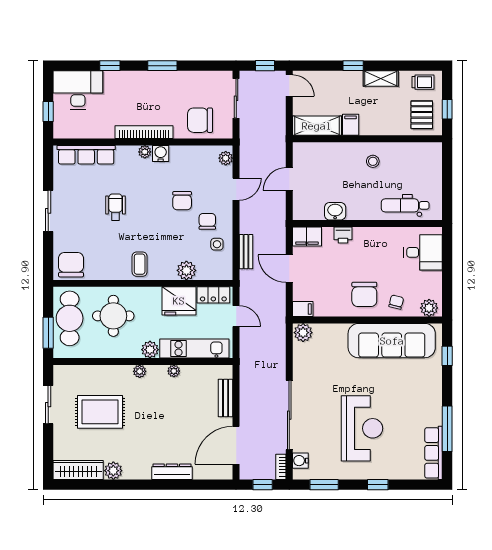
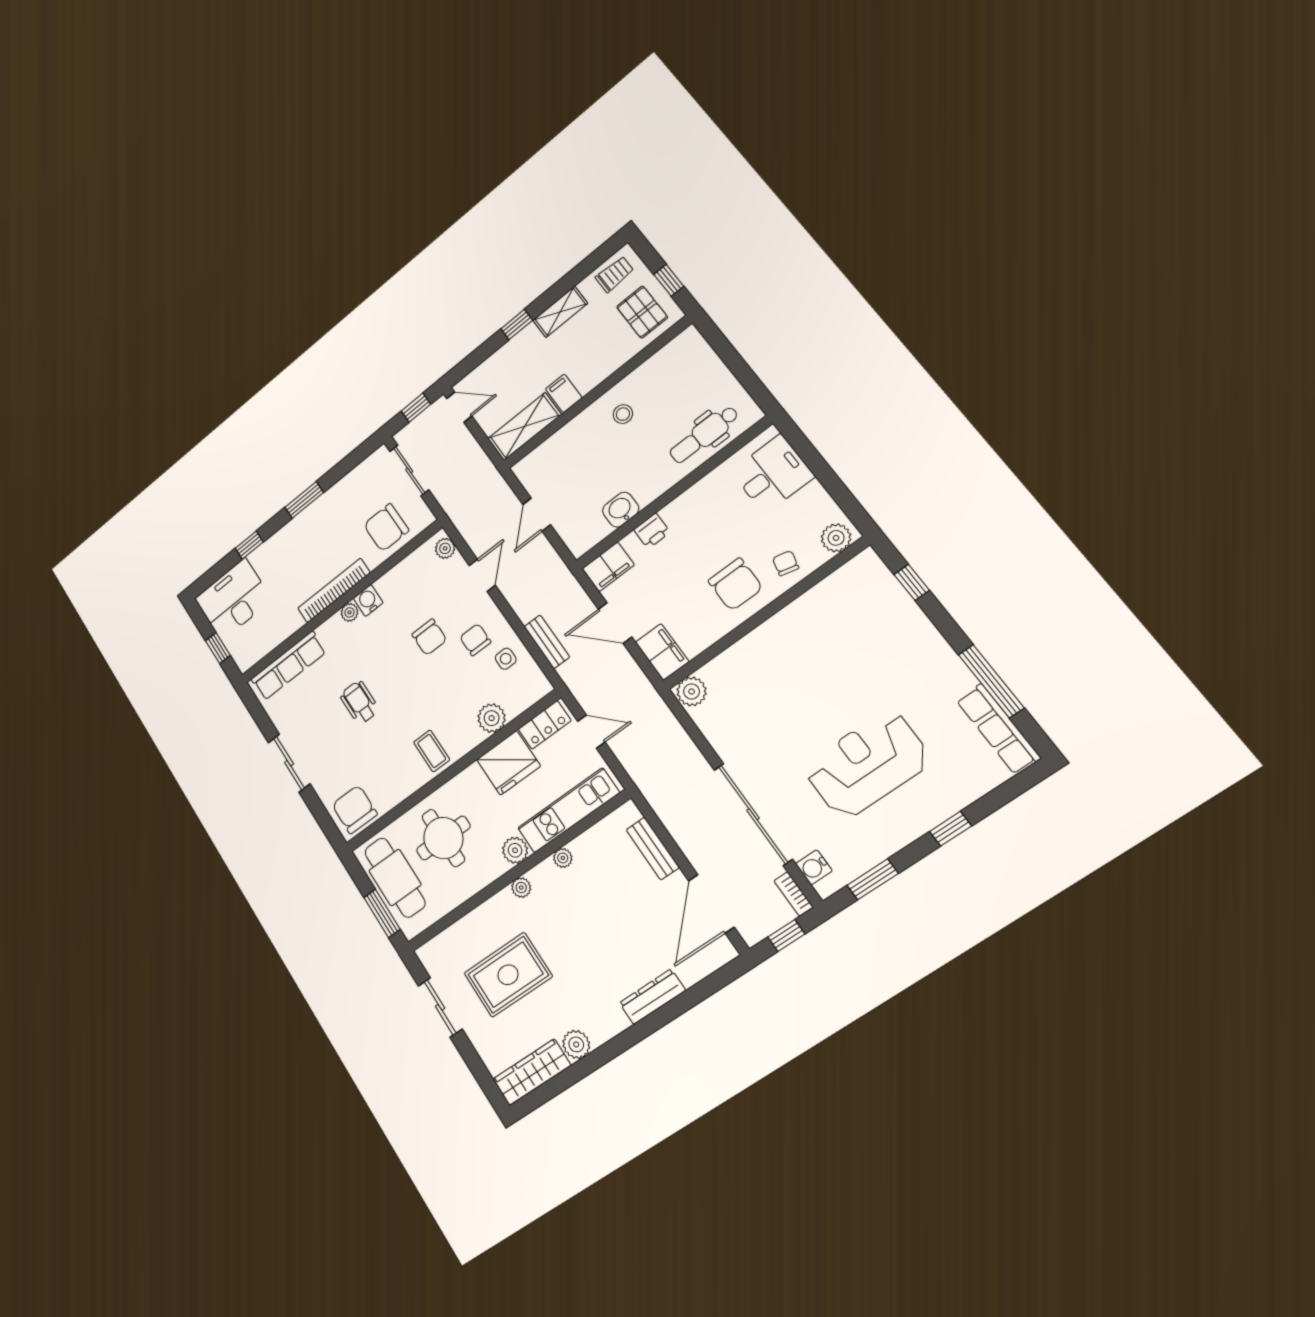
filing cabinet: (303, 309) -> (662, 652), width x2.00
sofa: (392, 341) -> (818, 617), removed
reception desk: (362, 428) -> (867, 764), turned -90

